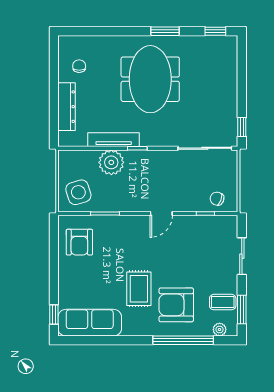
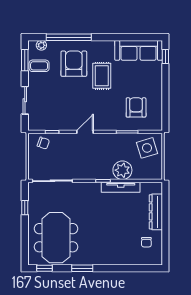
meeting table: (150, 79) -> (56, 238), moved
window: (242, 127) -> (25, 208), moved
armchair: (79, 242) -> (136, 107), moved
armchair: (176, 305) -> (74, 64), turned -90

